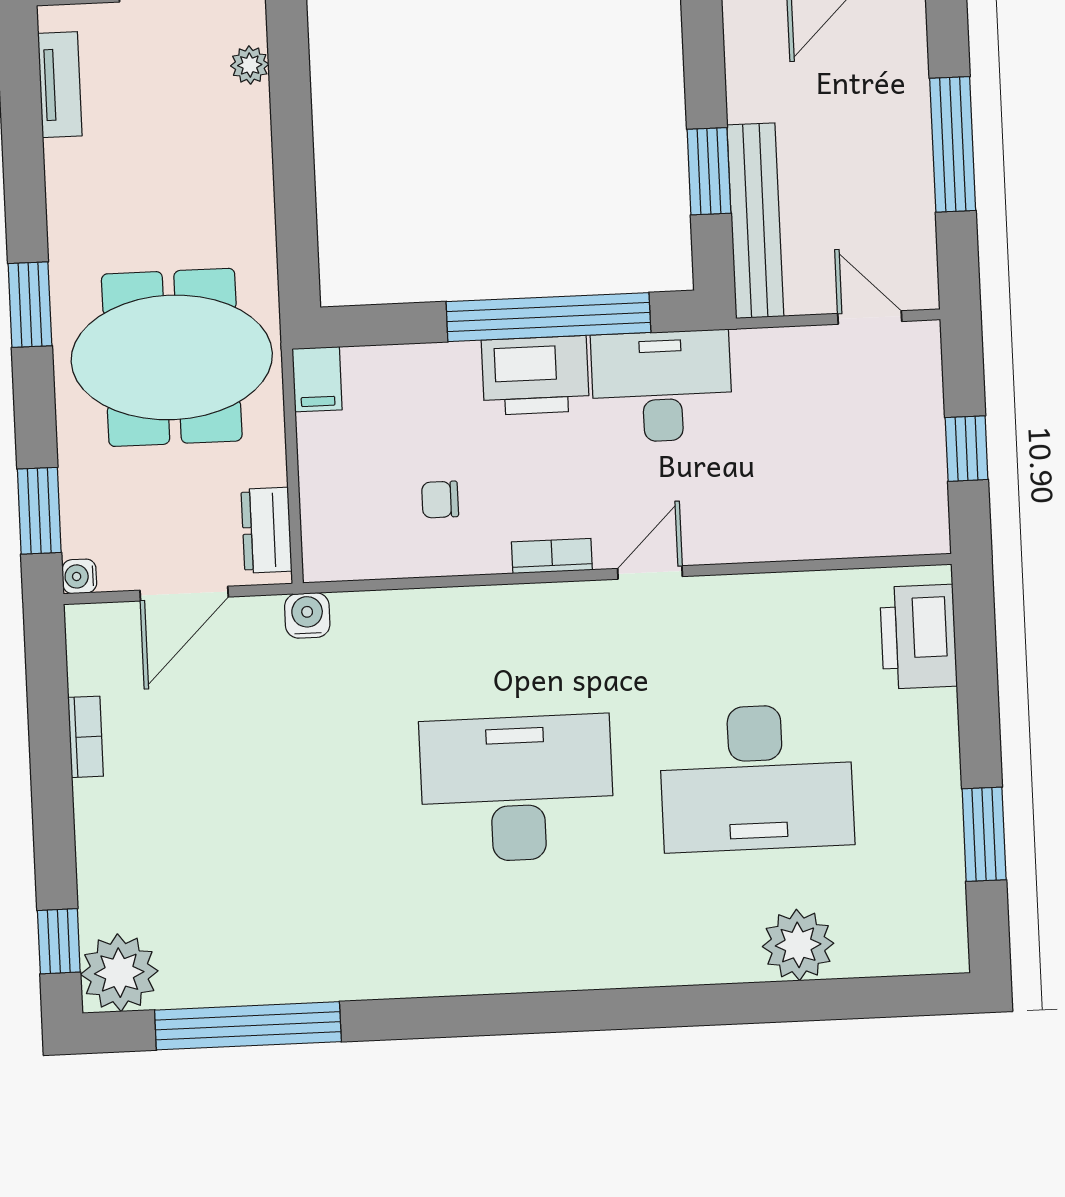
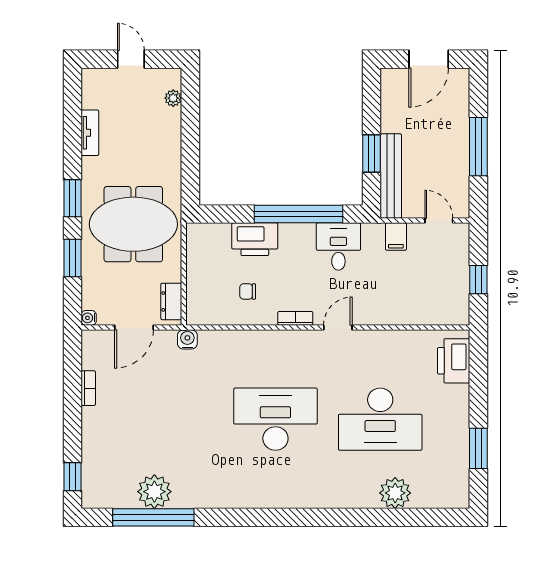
tv unit: (60, 85) -> (90, 133), moved
printer: (535, 375) -> (255, 239), moved
filing cabinet: (317, 379) -> (396, 237), moved
desk: (662, 386) -> (338, 247), width x0.73
window: (39, 511) -> (72, 258), moved
plant: (119, 973) -> (154, 492), moved

